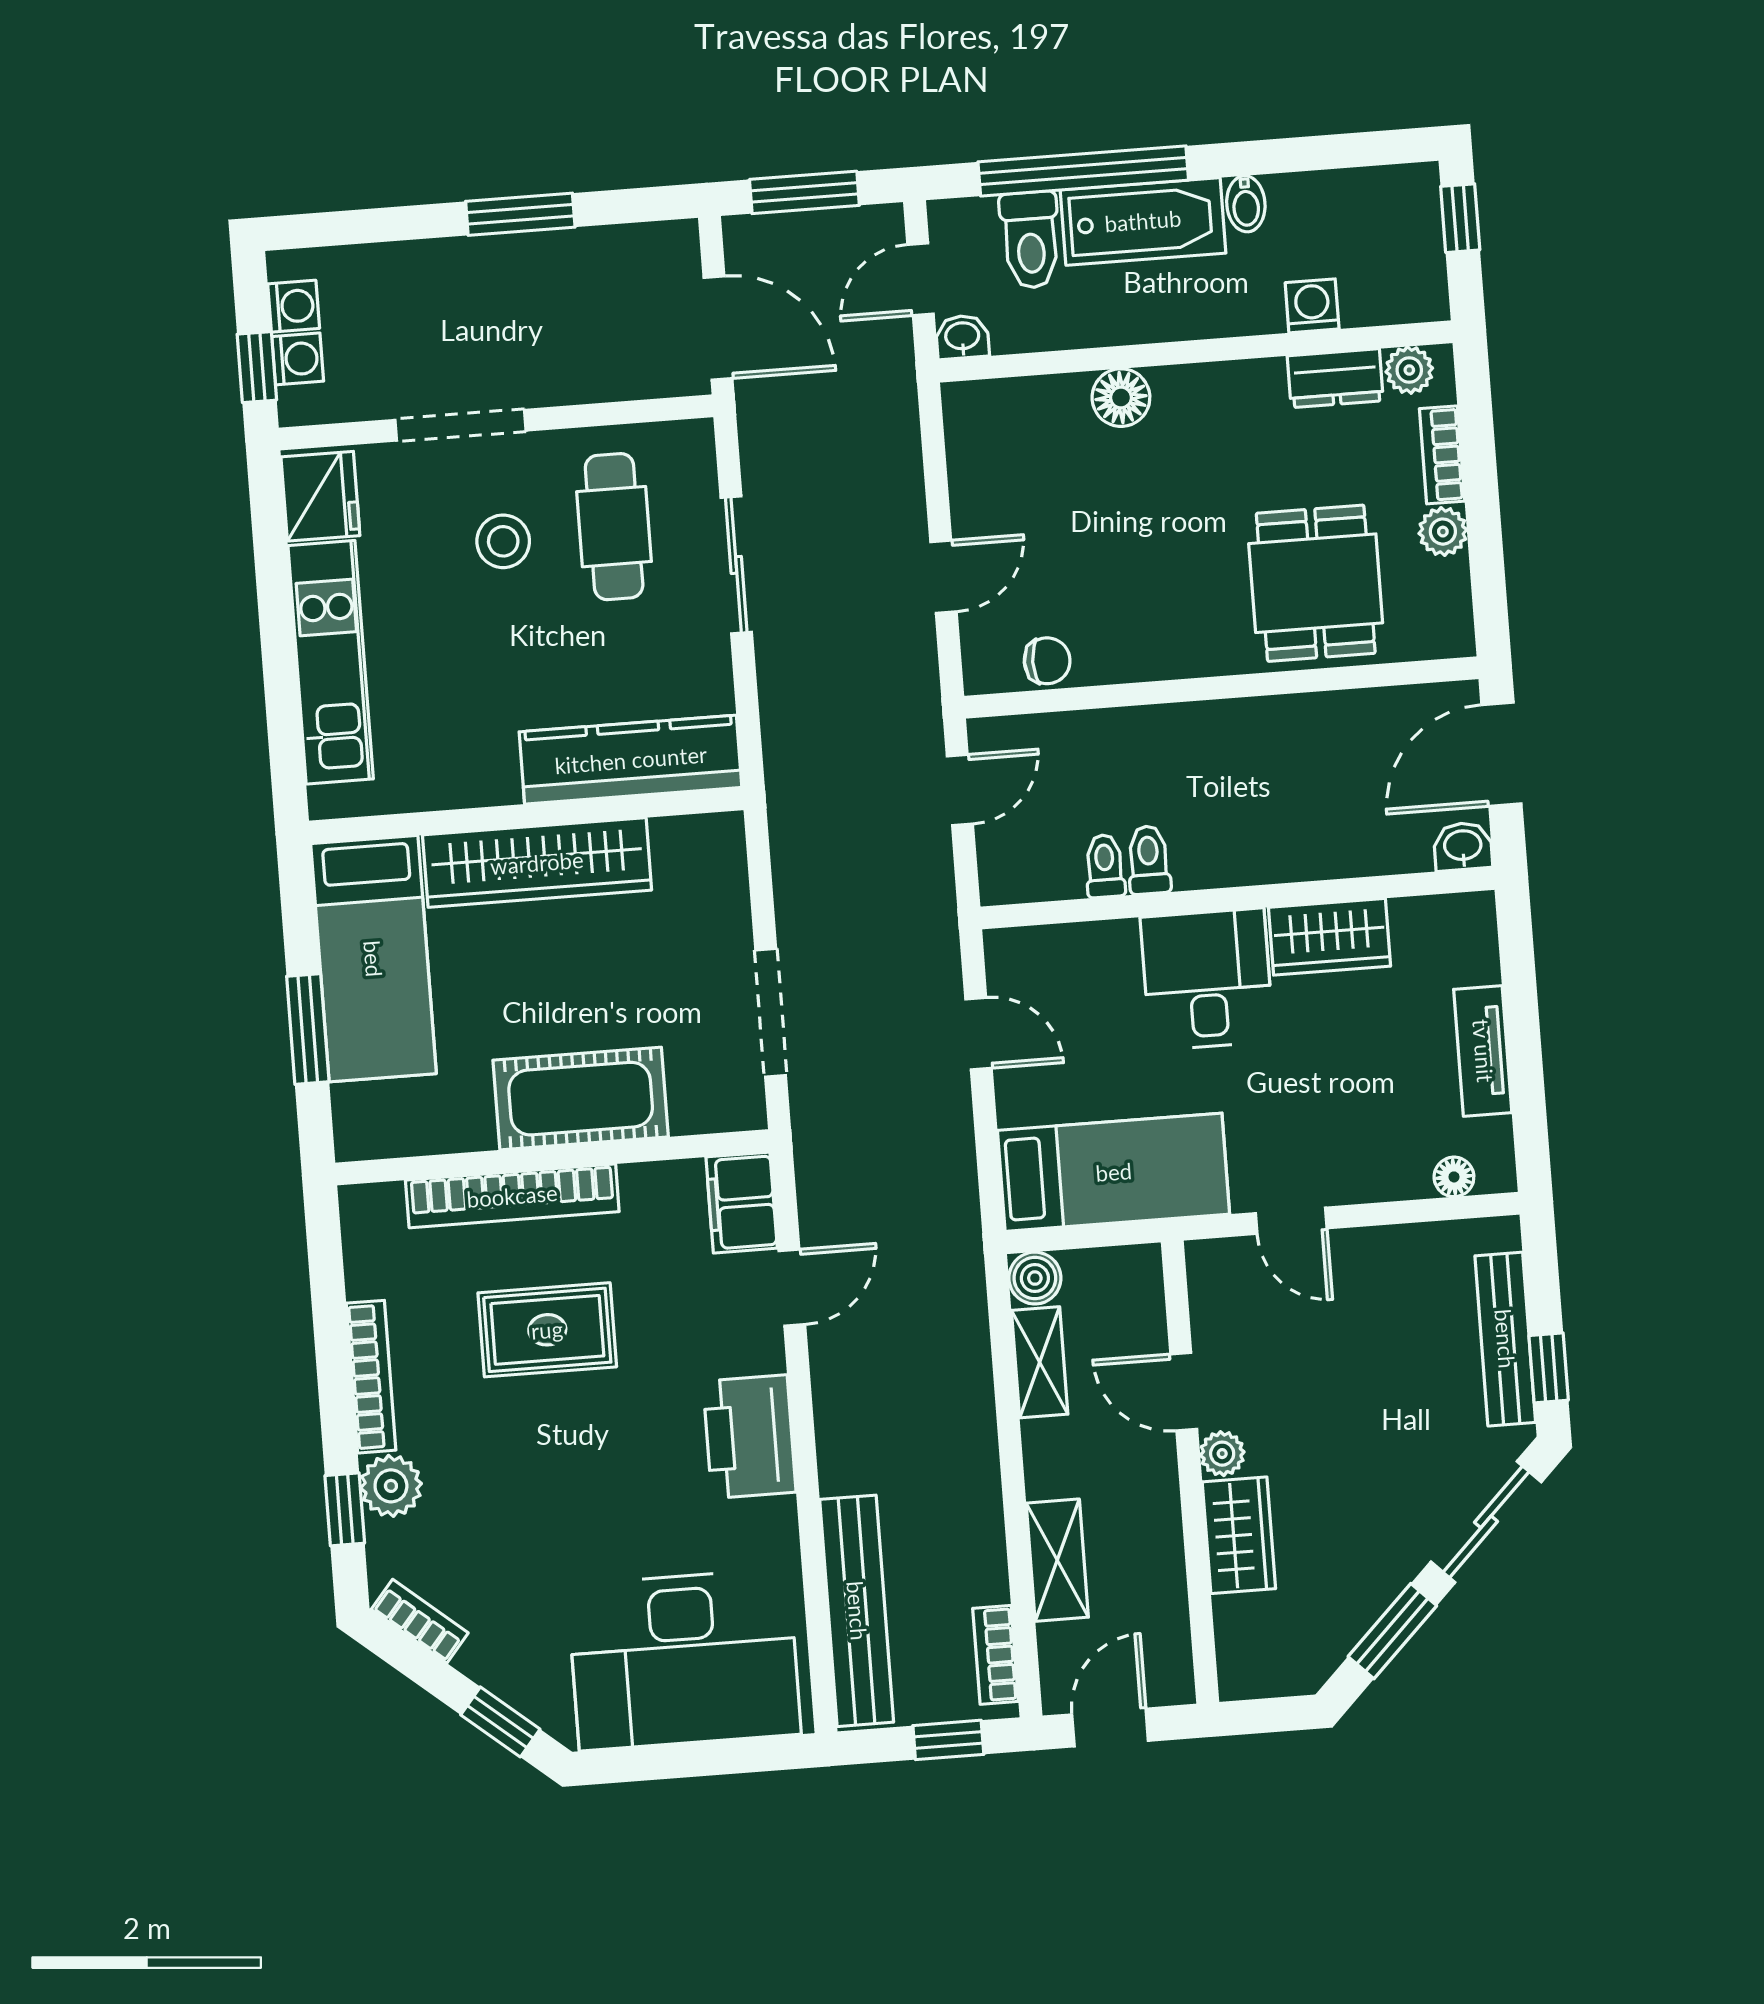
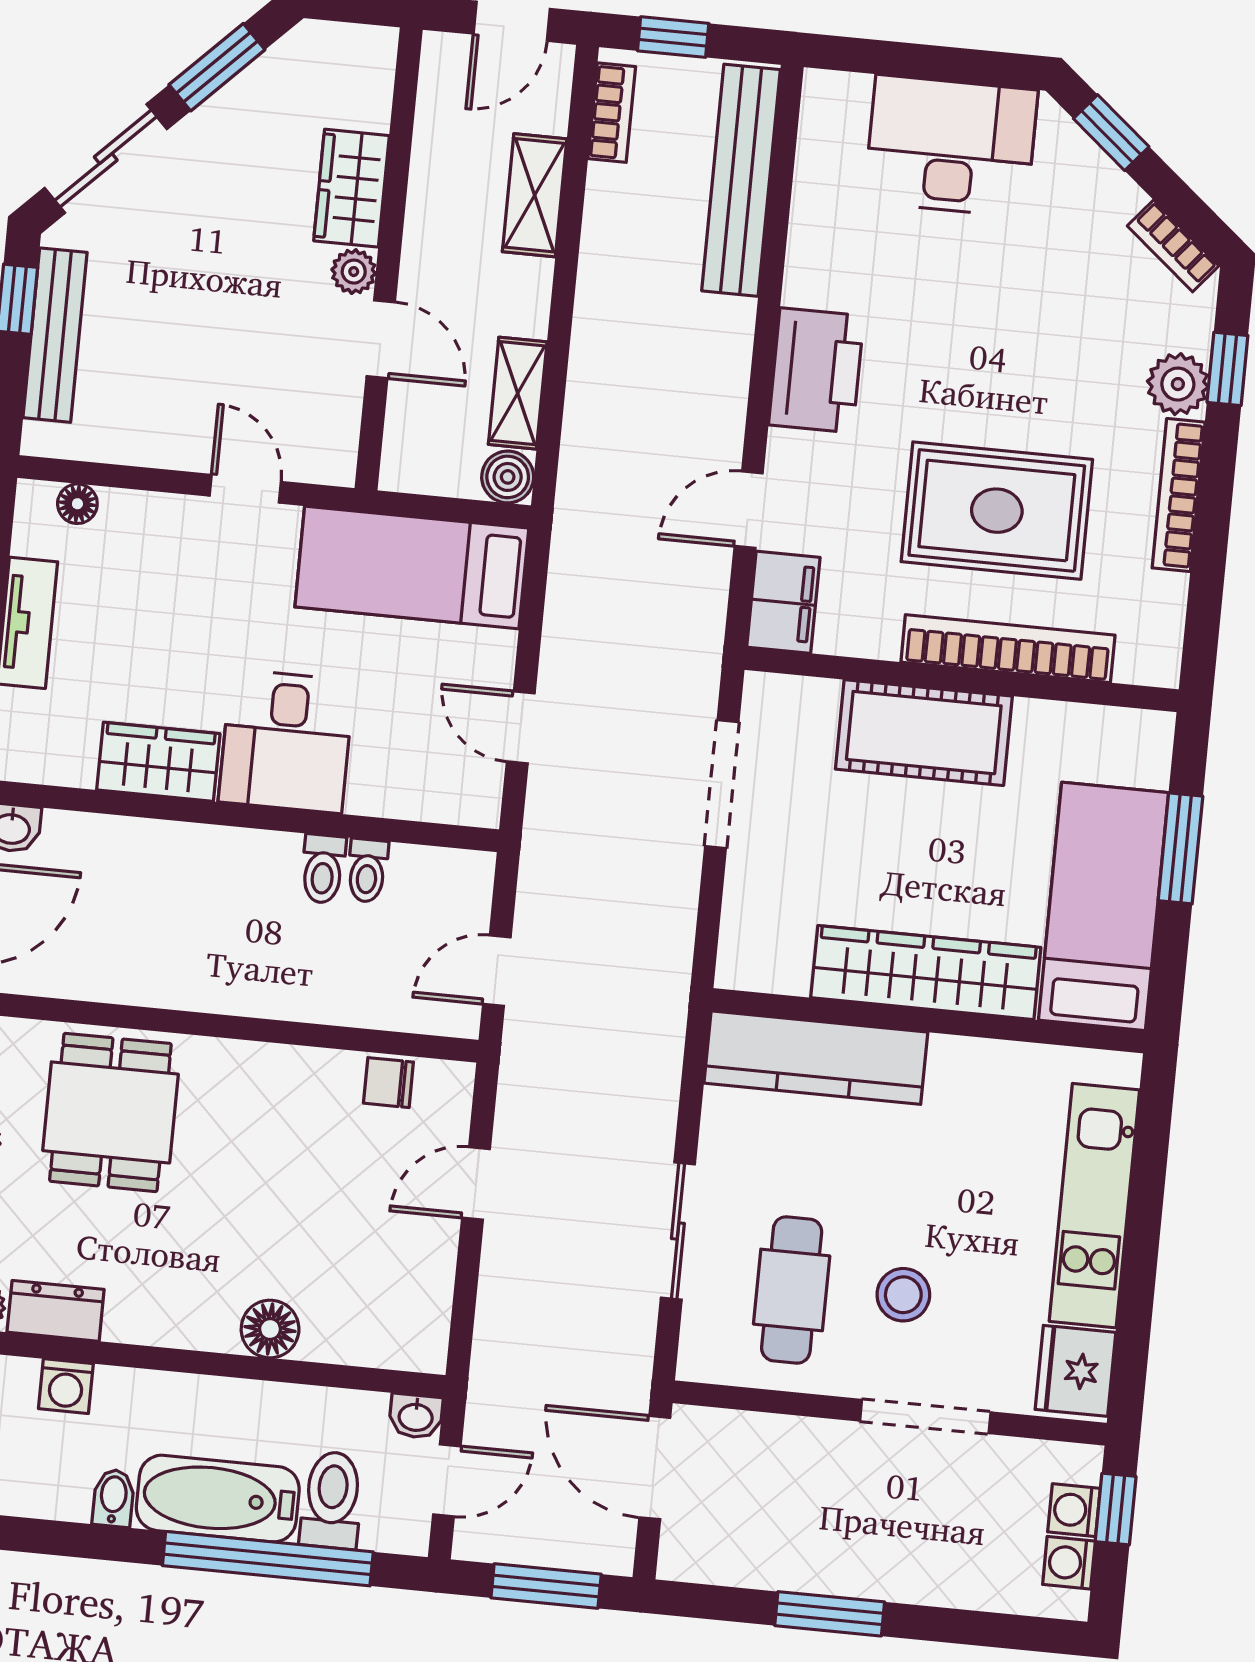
rug: (547, 1330) -> (997, 511), width x1.36, depth x1.43
desk: (684, 1659) -> (951, 146), width x0.73, depth x0.77

